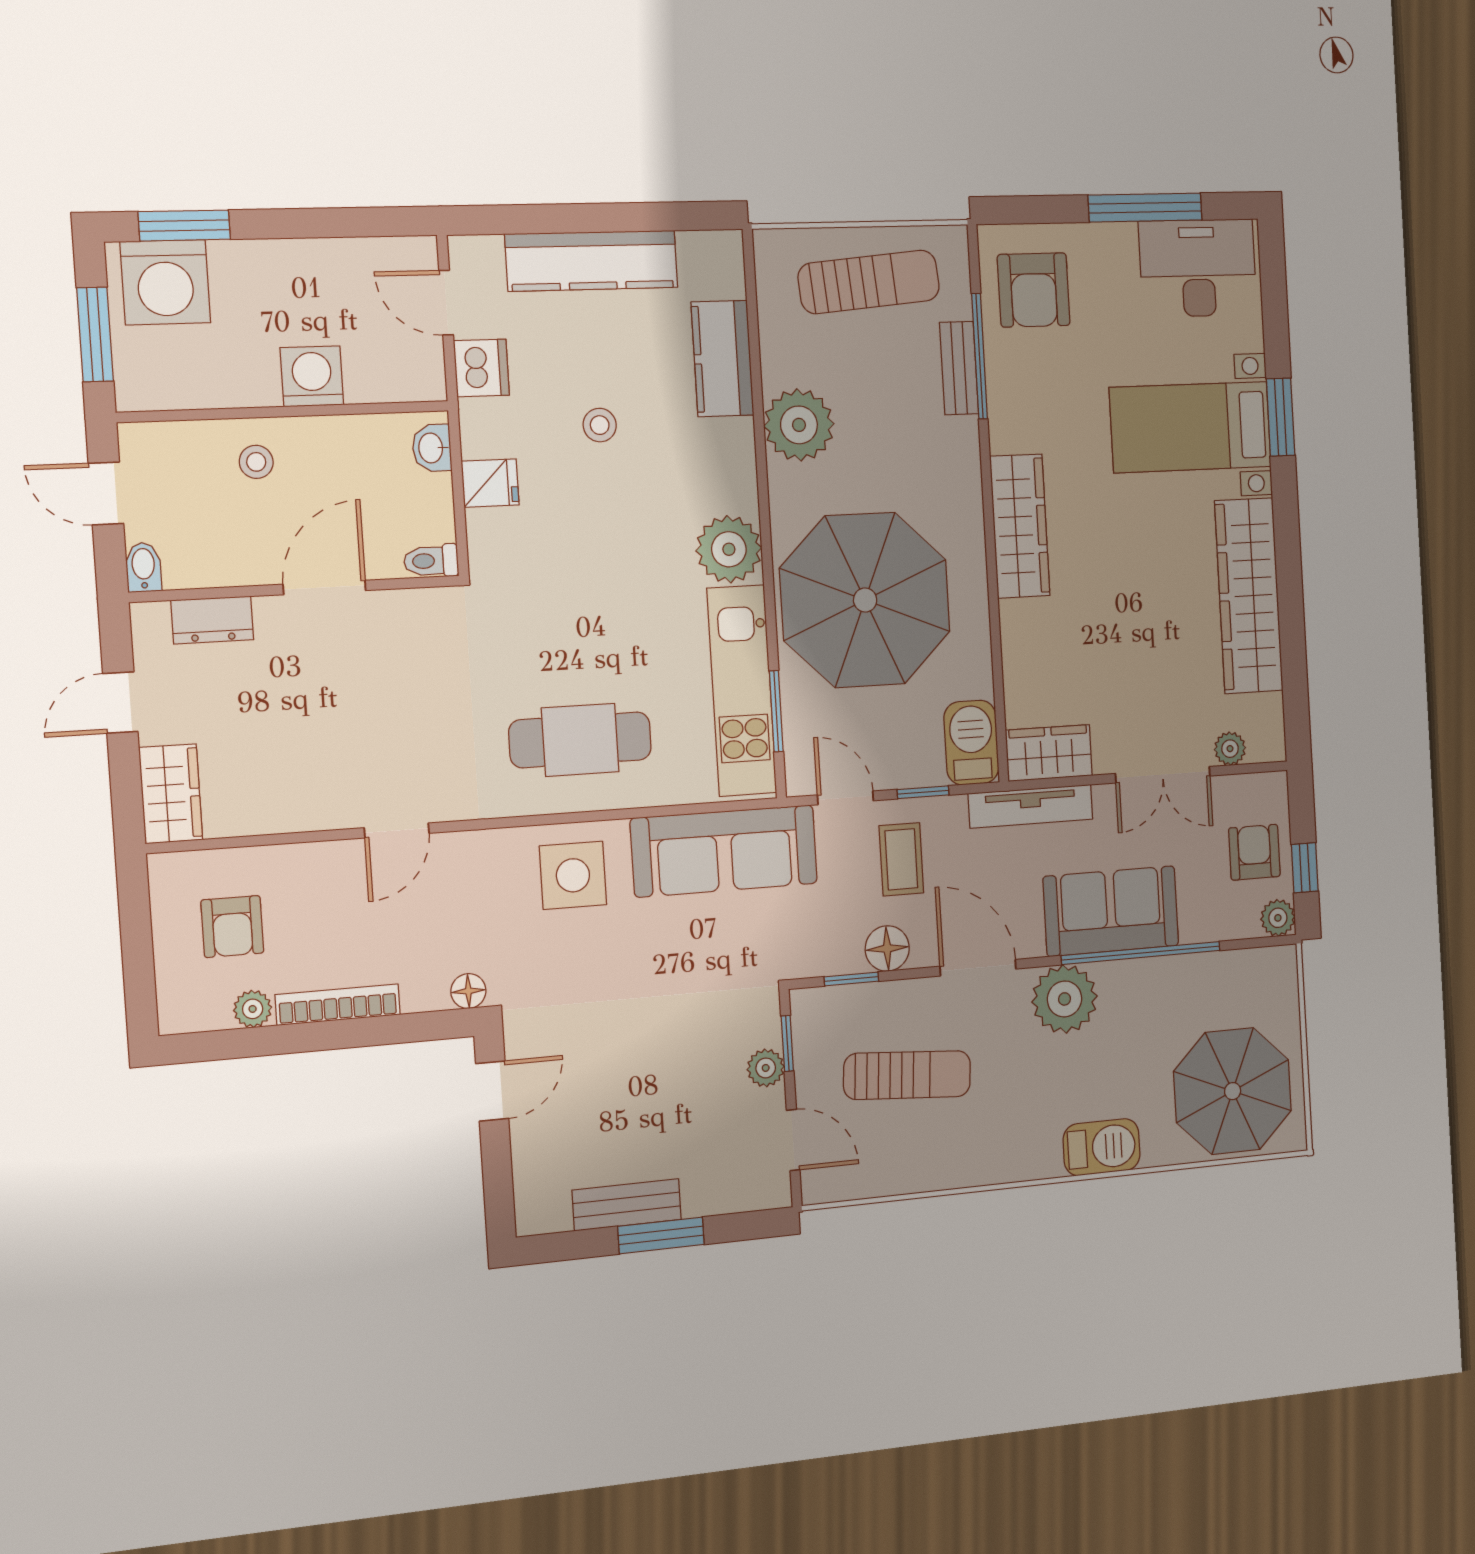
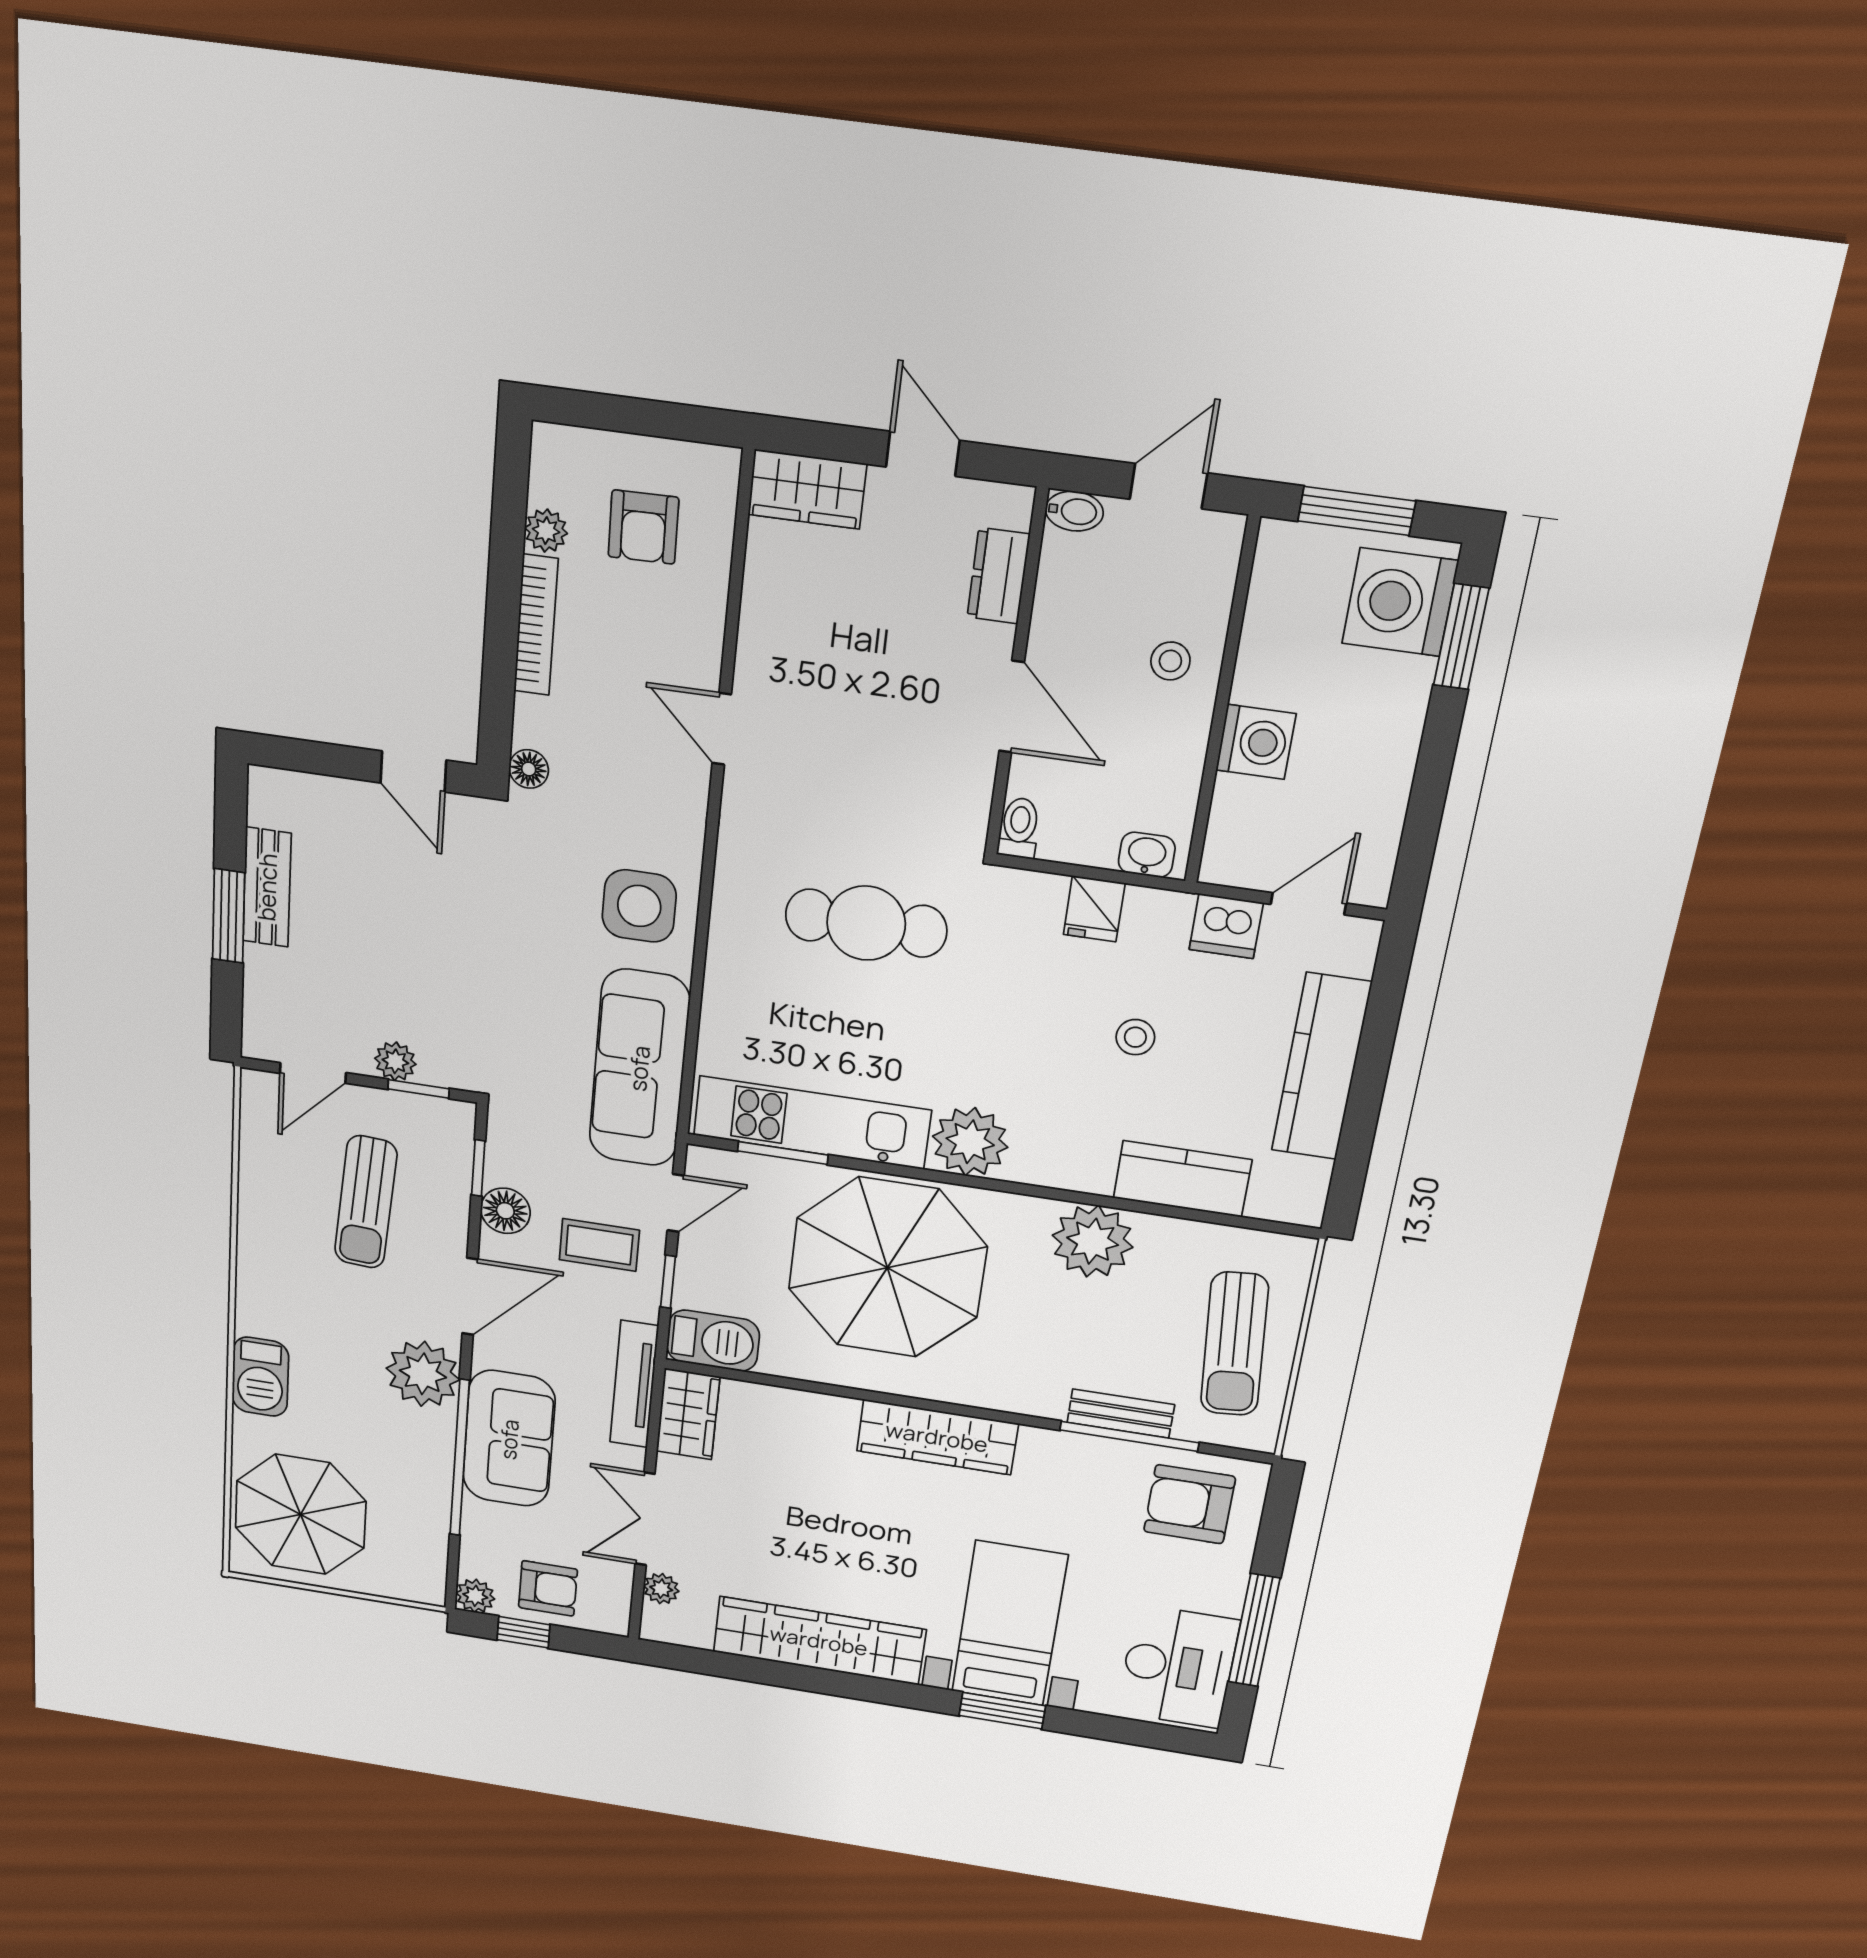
cafe table: (580, 740) -> (866, 923), moved, turned 90
armchair: (232, 927) -> (643, 527), turned -91

